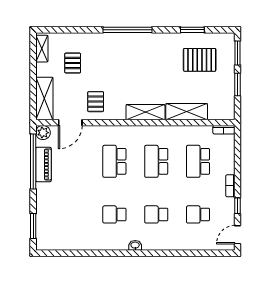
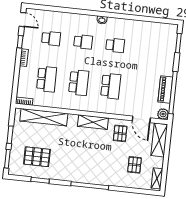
shelving: (145, 112) -> (93, 122), moved
shelving: (187, 112) -> (44, 117), width x1.47
door: (70, 123) -> (141, 119), swing flipped
door: (238, 235) -> (23, 20), hinge flipped

